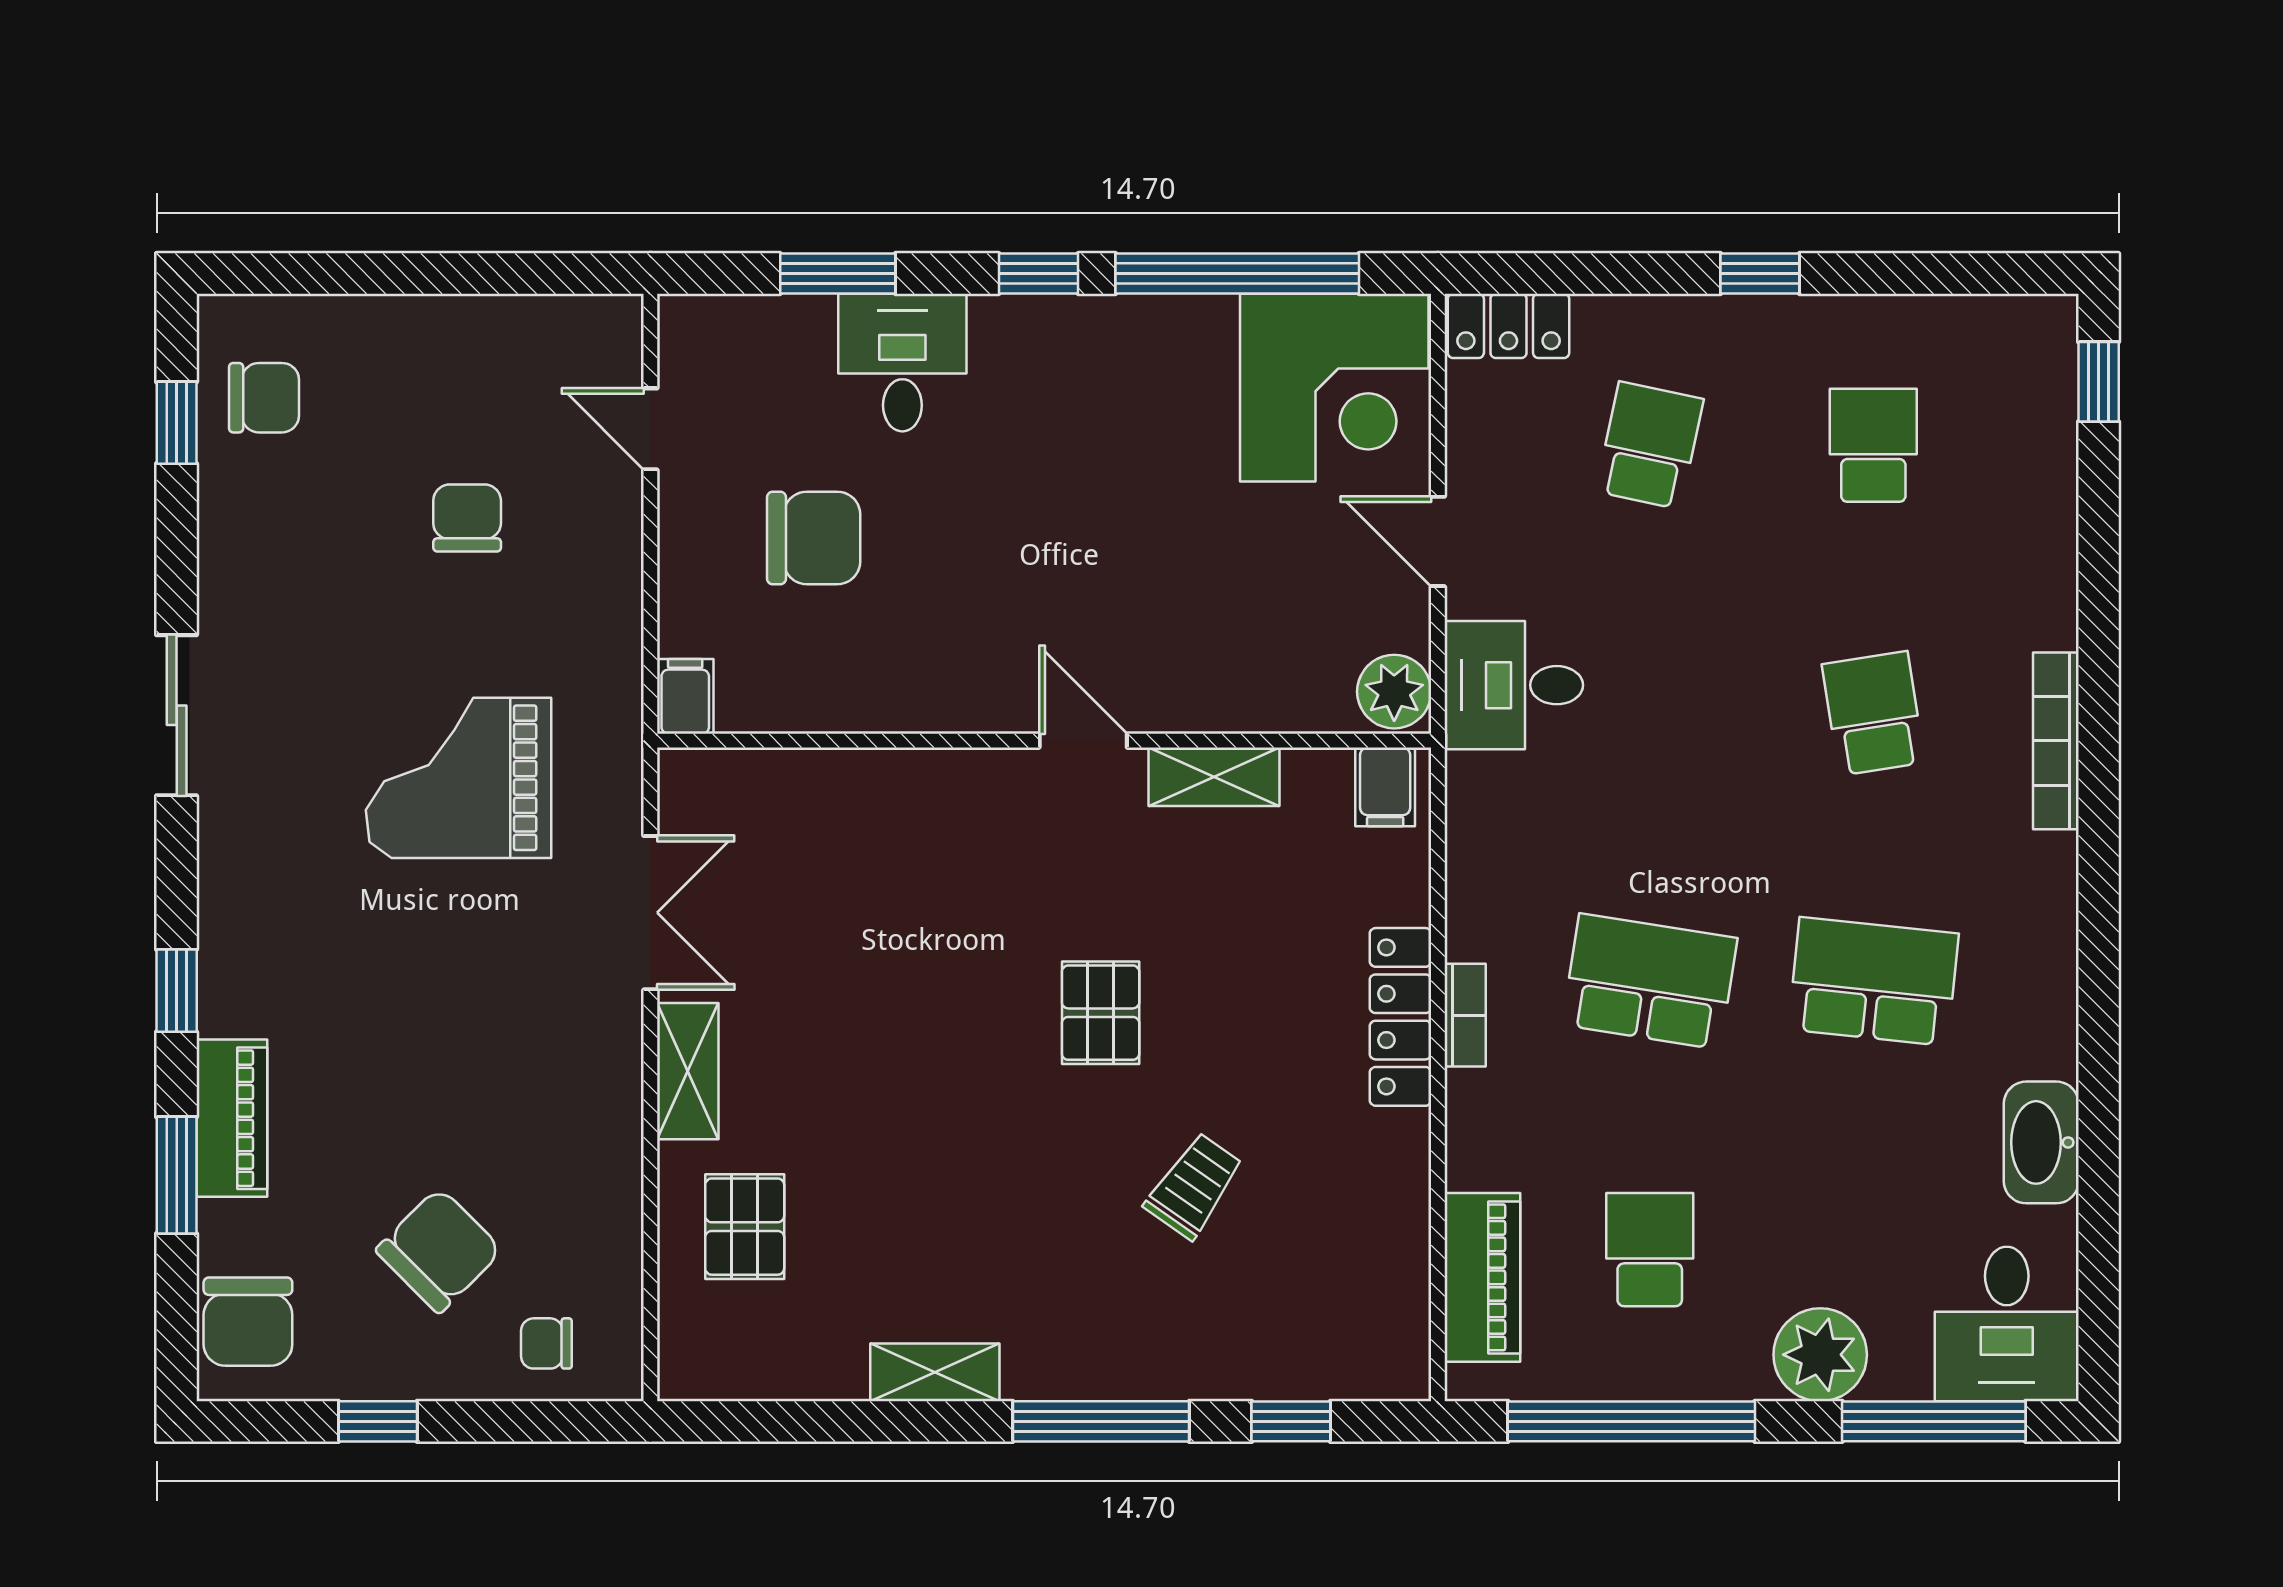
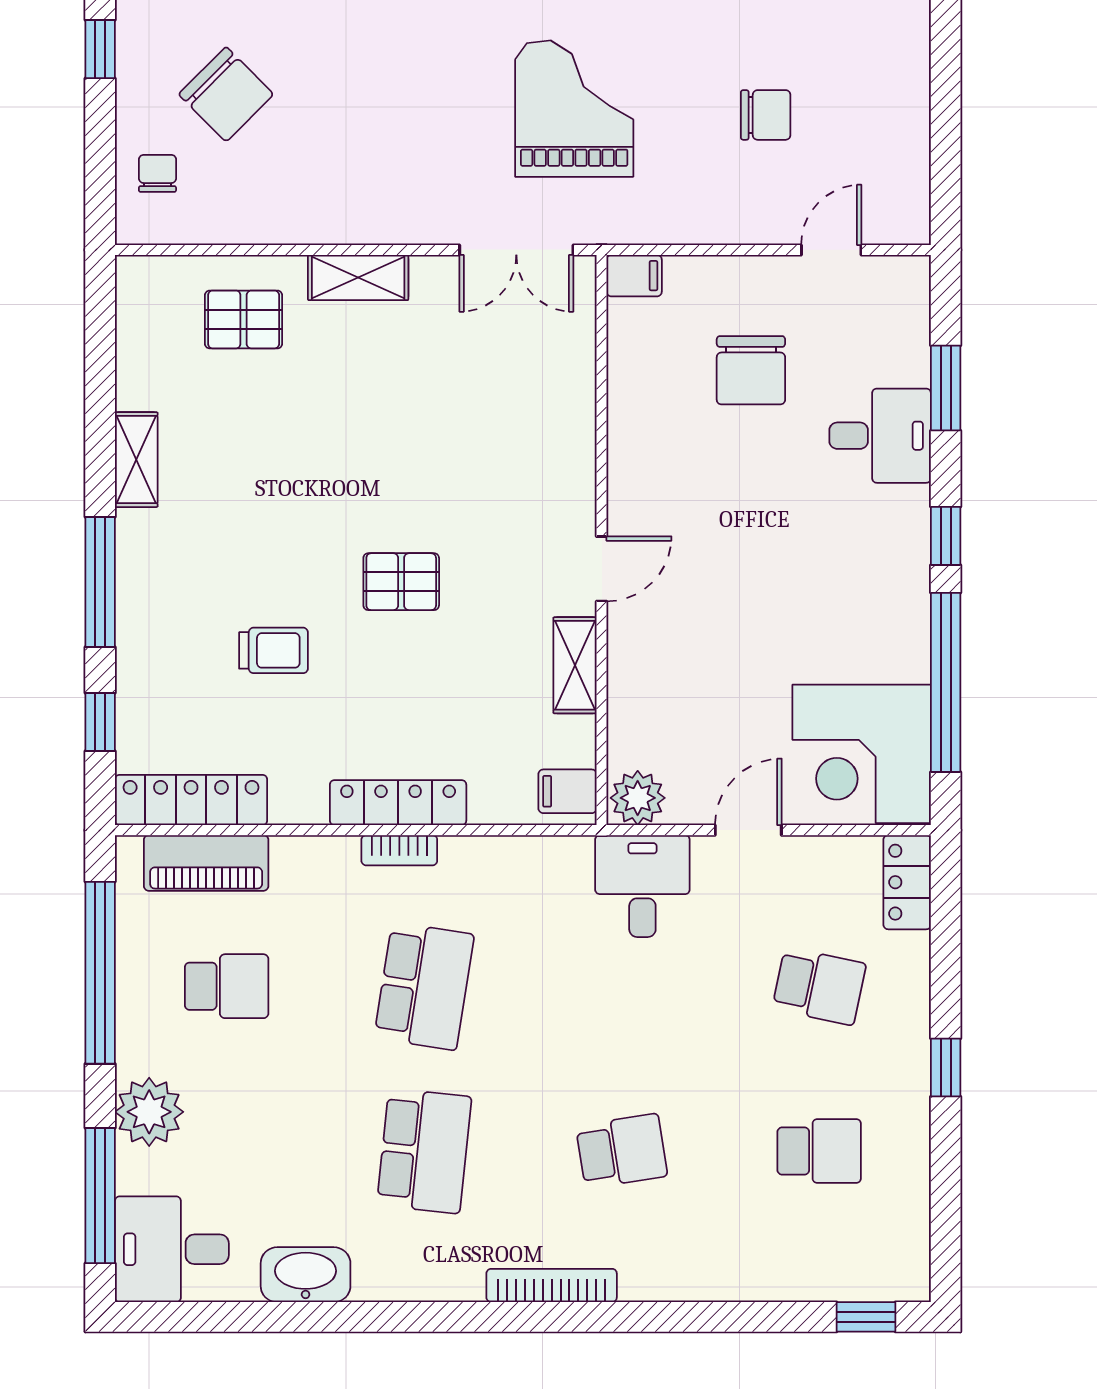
bookcase: (2056, 741) -> (552, 1285), moved
double door: (650, 913) -> (516, 250), moved
trolley: (1194, 1186) -> (274, 650), turned -35
locker: (1397, 1298) -> (191, 800), added

